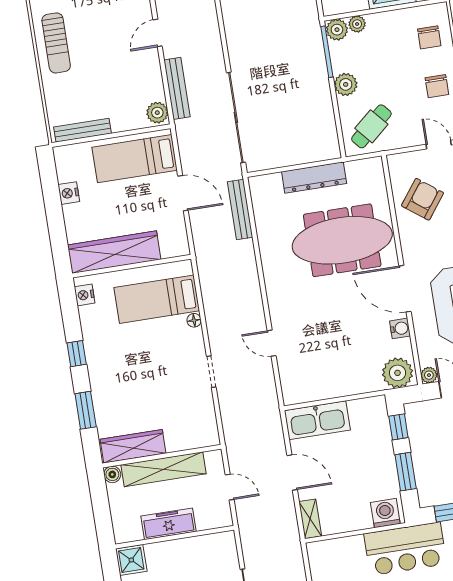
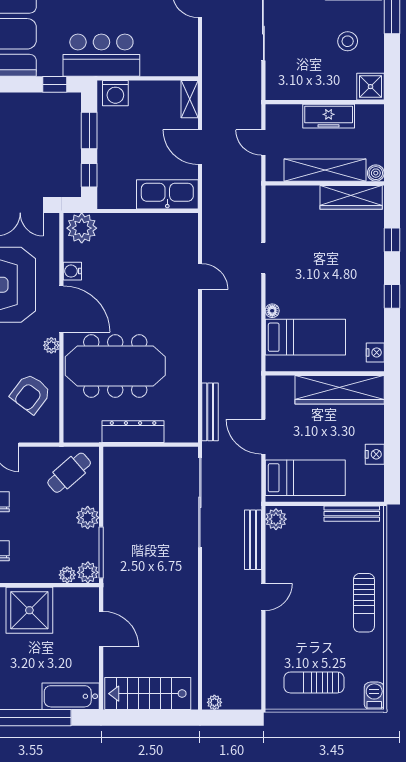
sun lounger: (56, 43) -> (364, 603), turned 180
plant: (429, 375) -> (51, 345), moved
window: (86, 410) -> (392, 240), width x0.67

